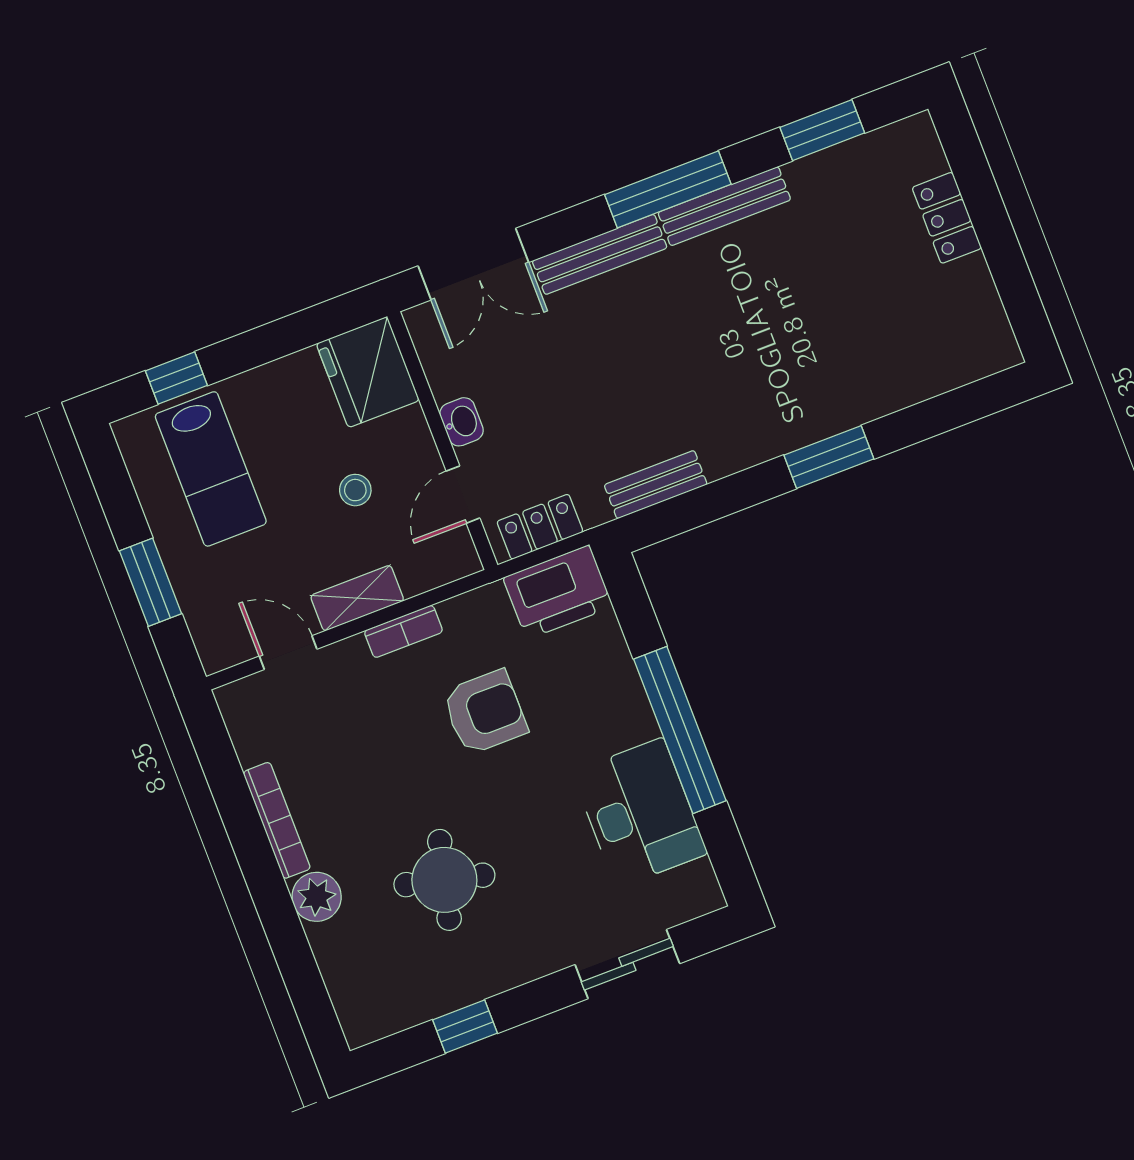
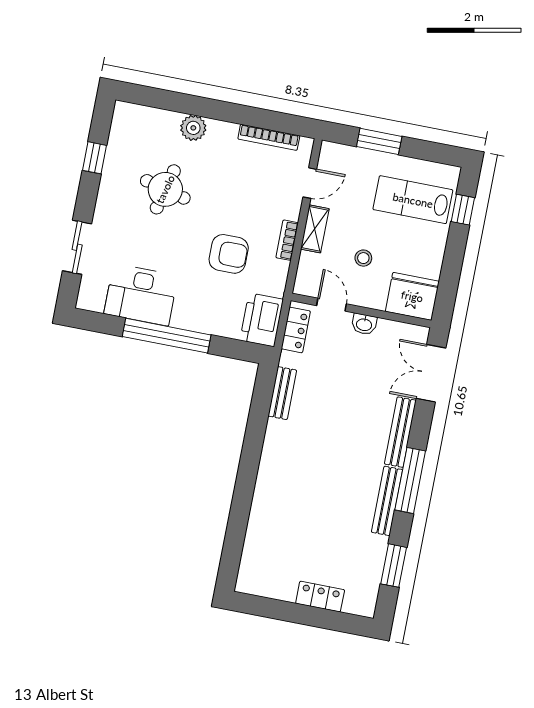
window: (829, 457) -> (246, 478), removed
armchair: (485, 712) -> (229, 254), turned -90
bookcase: (277, 820) -> (269, 137), moved

